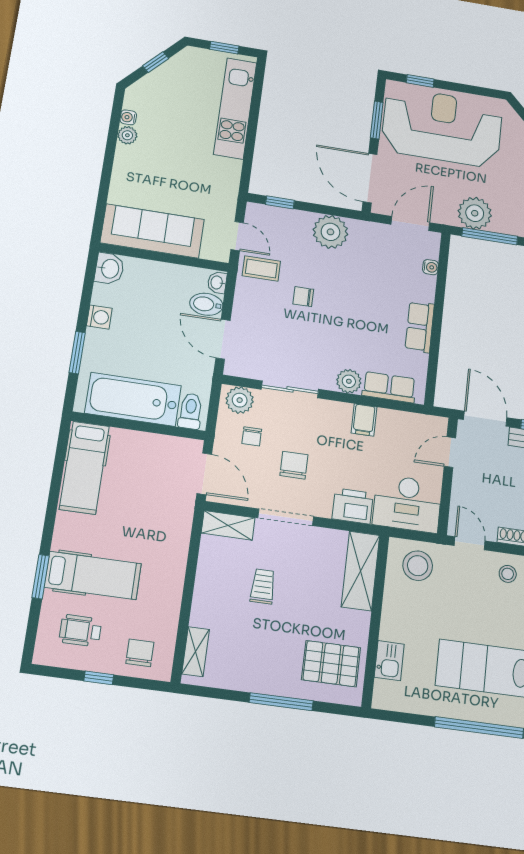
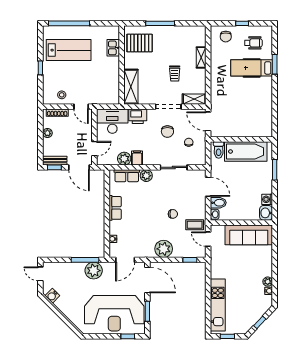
washing machine: (99, 317) -> (267, 199), moved
plant: (240, 400) -> (124, 159), moved
hospital bed: (84, 468) -> (263, 116), removed
stool: (418, 566) -> (104, 93), removed
shelving: (196, 652) -> (201, 57), moved

